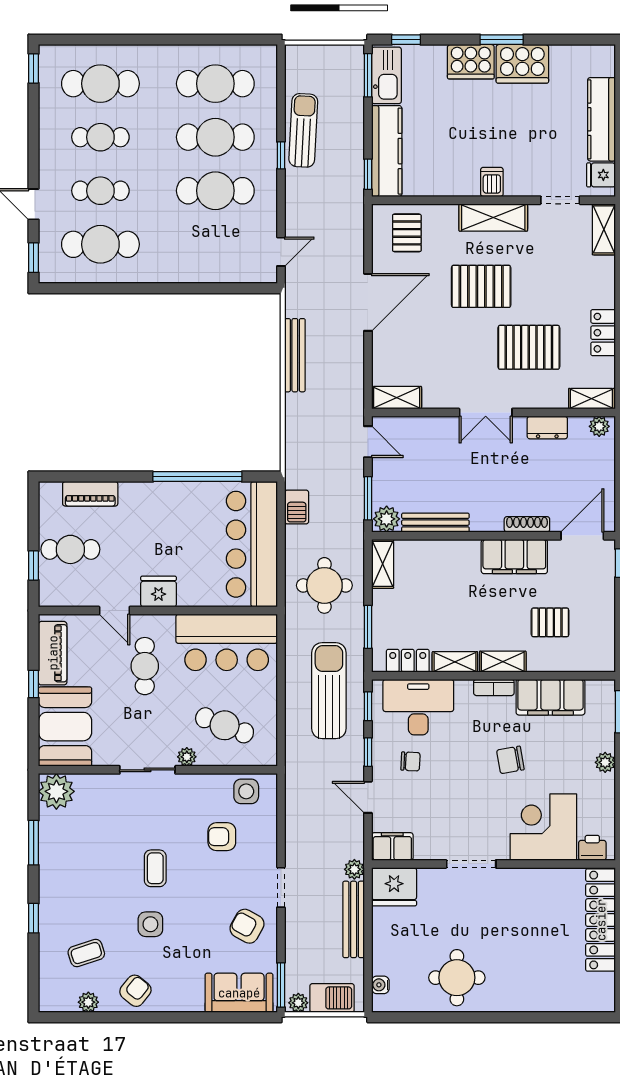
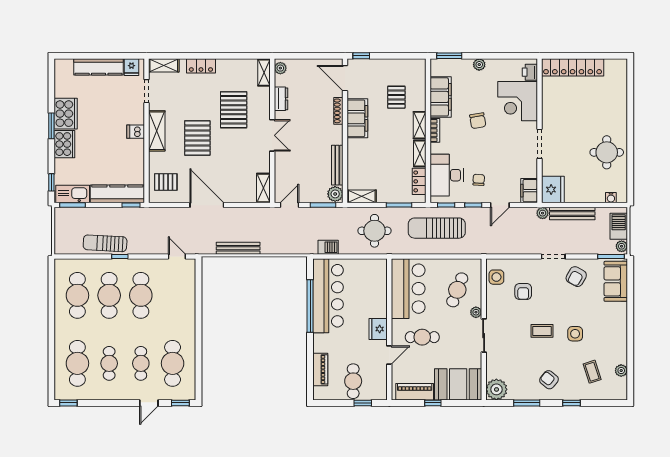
locker: (603, 333) -> (201, 66), moved
bar counter: (252, 544) -> (328, 296), moved, turned -90
armchair: (135, 991) -> (549, 380), moved

